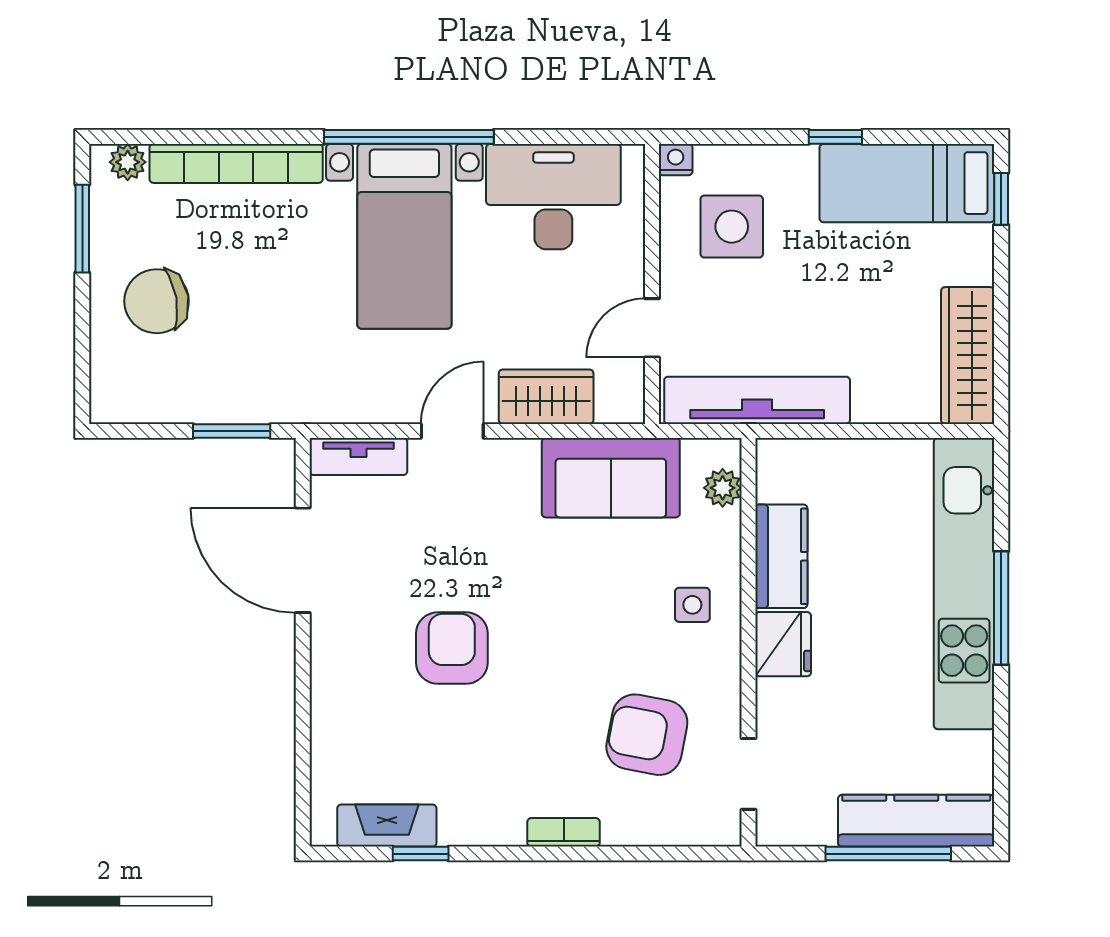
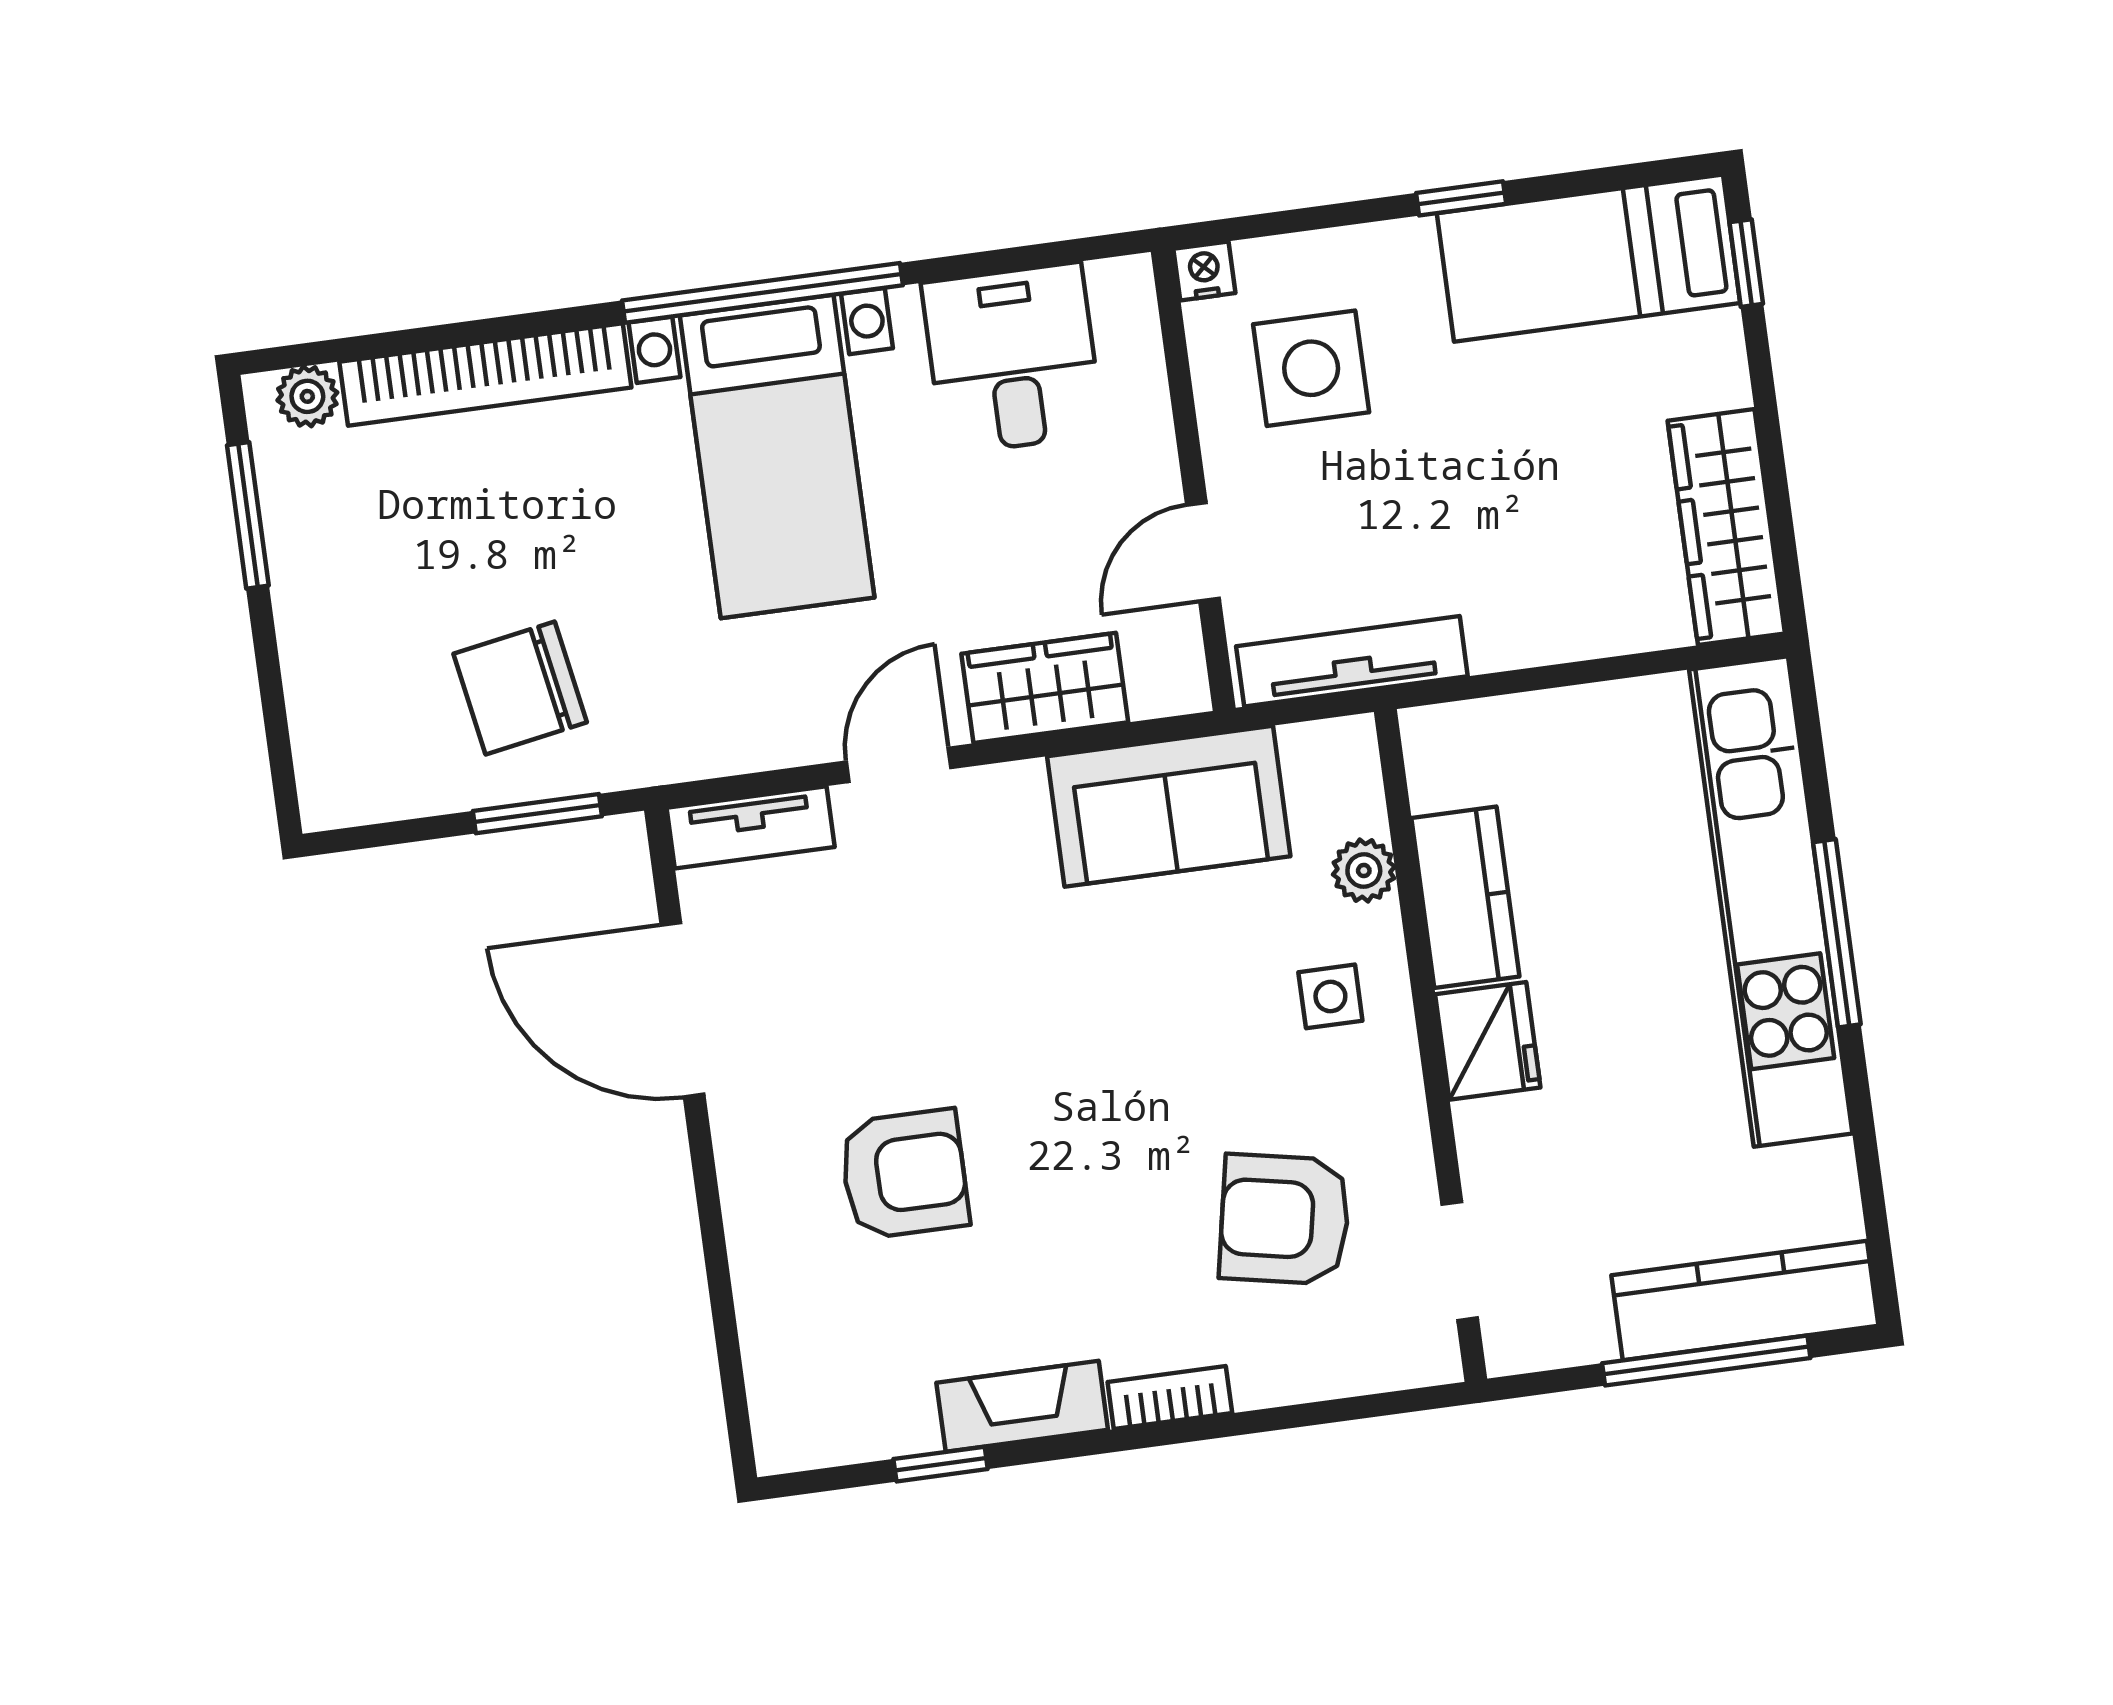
desk: (553, 197) -> (1012, 359), width x0.73
chair: (157, 301) -> (520, 688), moved
tv unit: (757, 400) -> (1352, 661), width x0.73, depth x0.78
plant: (723, 488) -> (1364, 870), moved
armchair: (452, 648) -> (904, 1174), moved, turned 90
fireplace: (387, 826) -> (1022, 1406), moved

